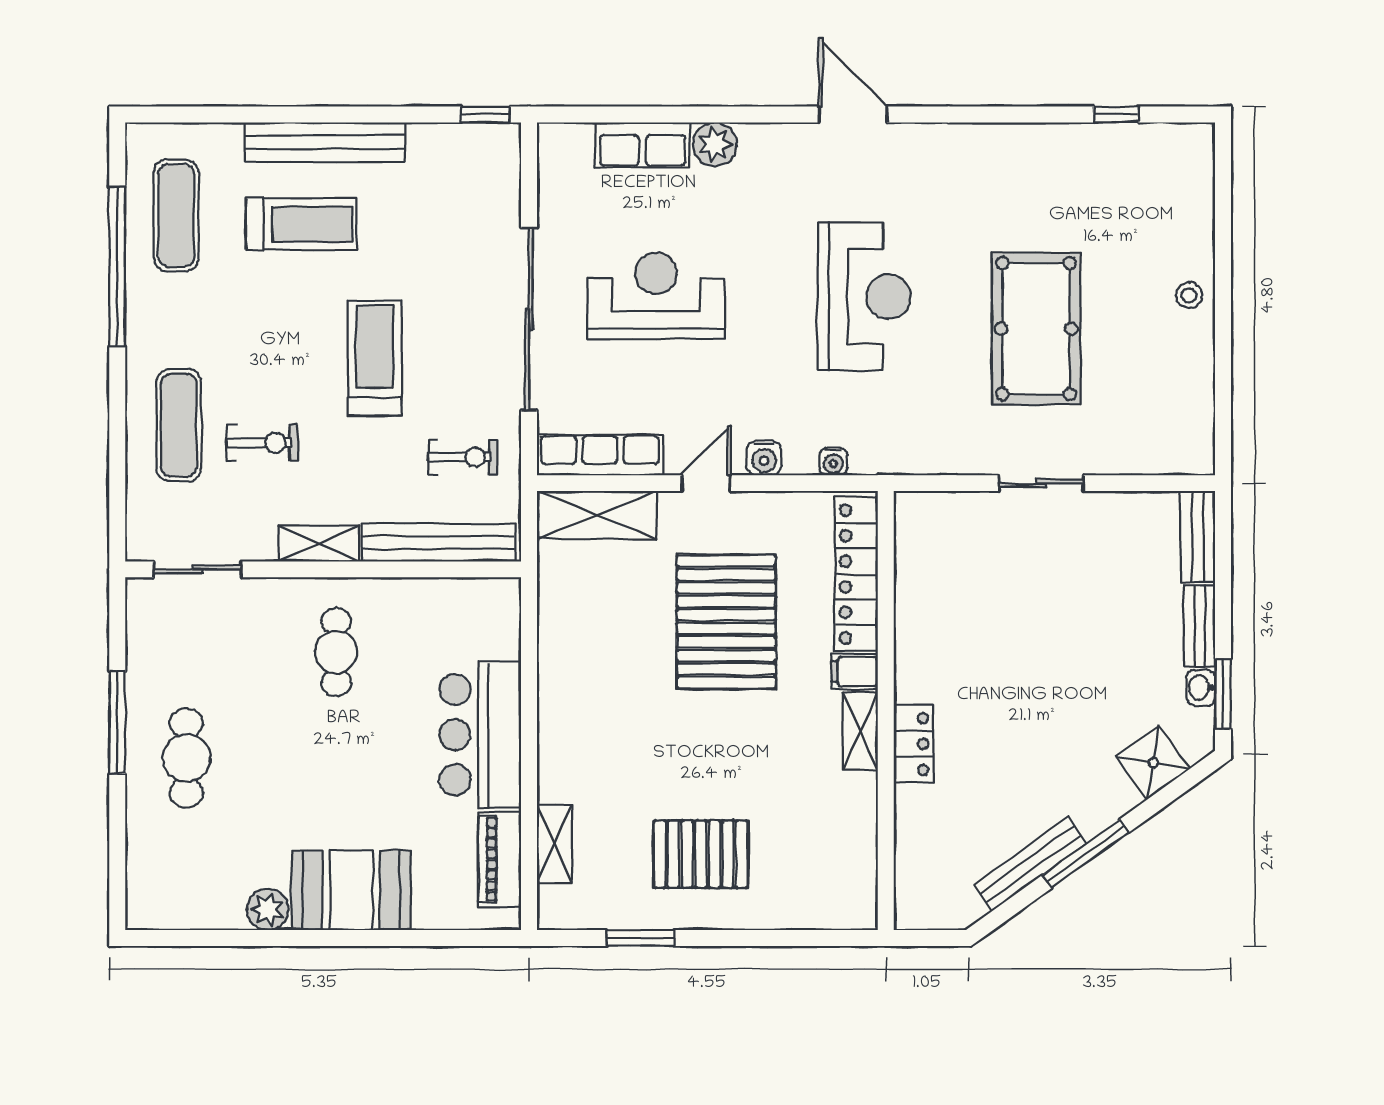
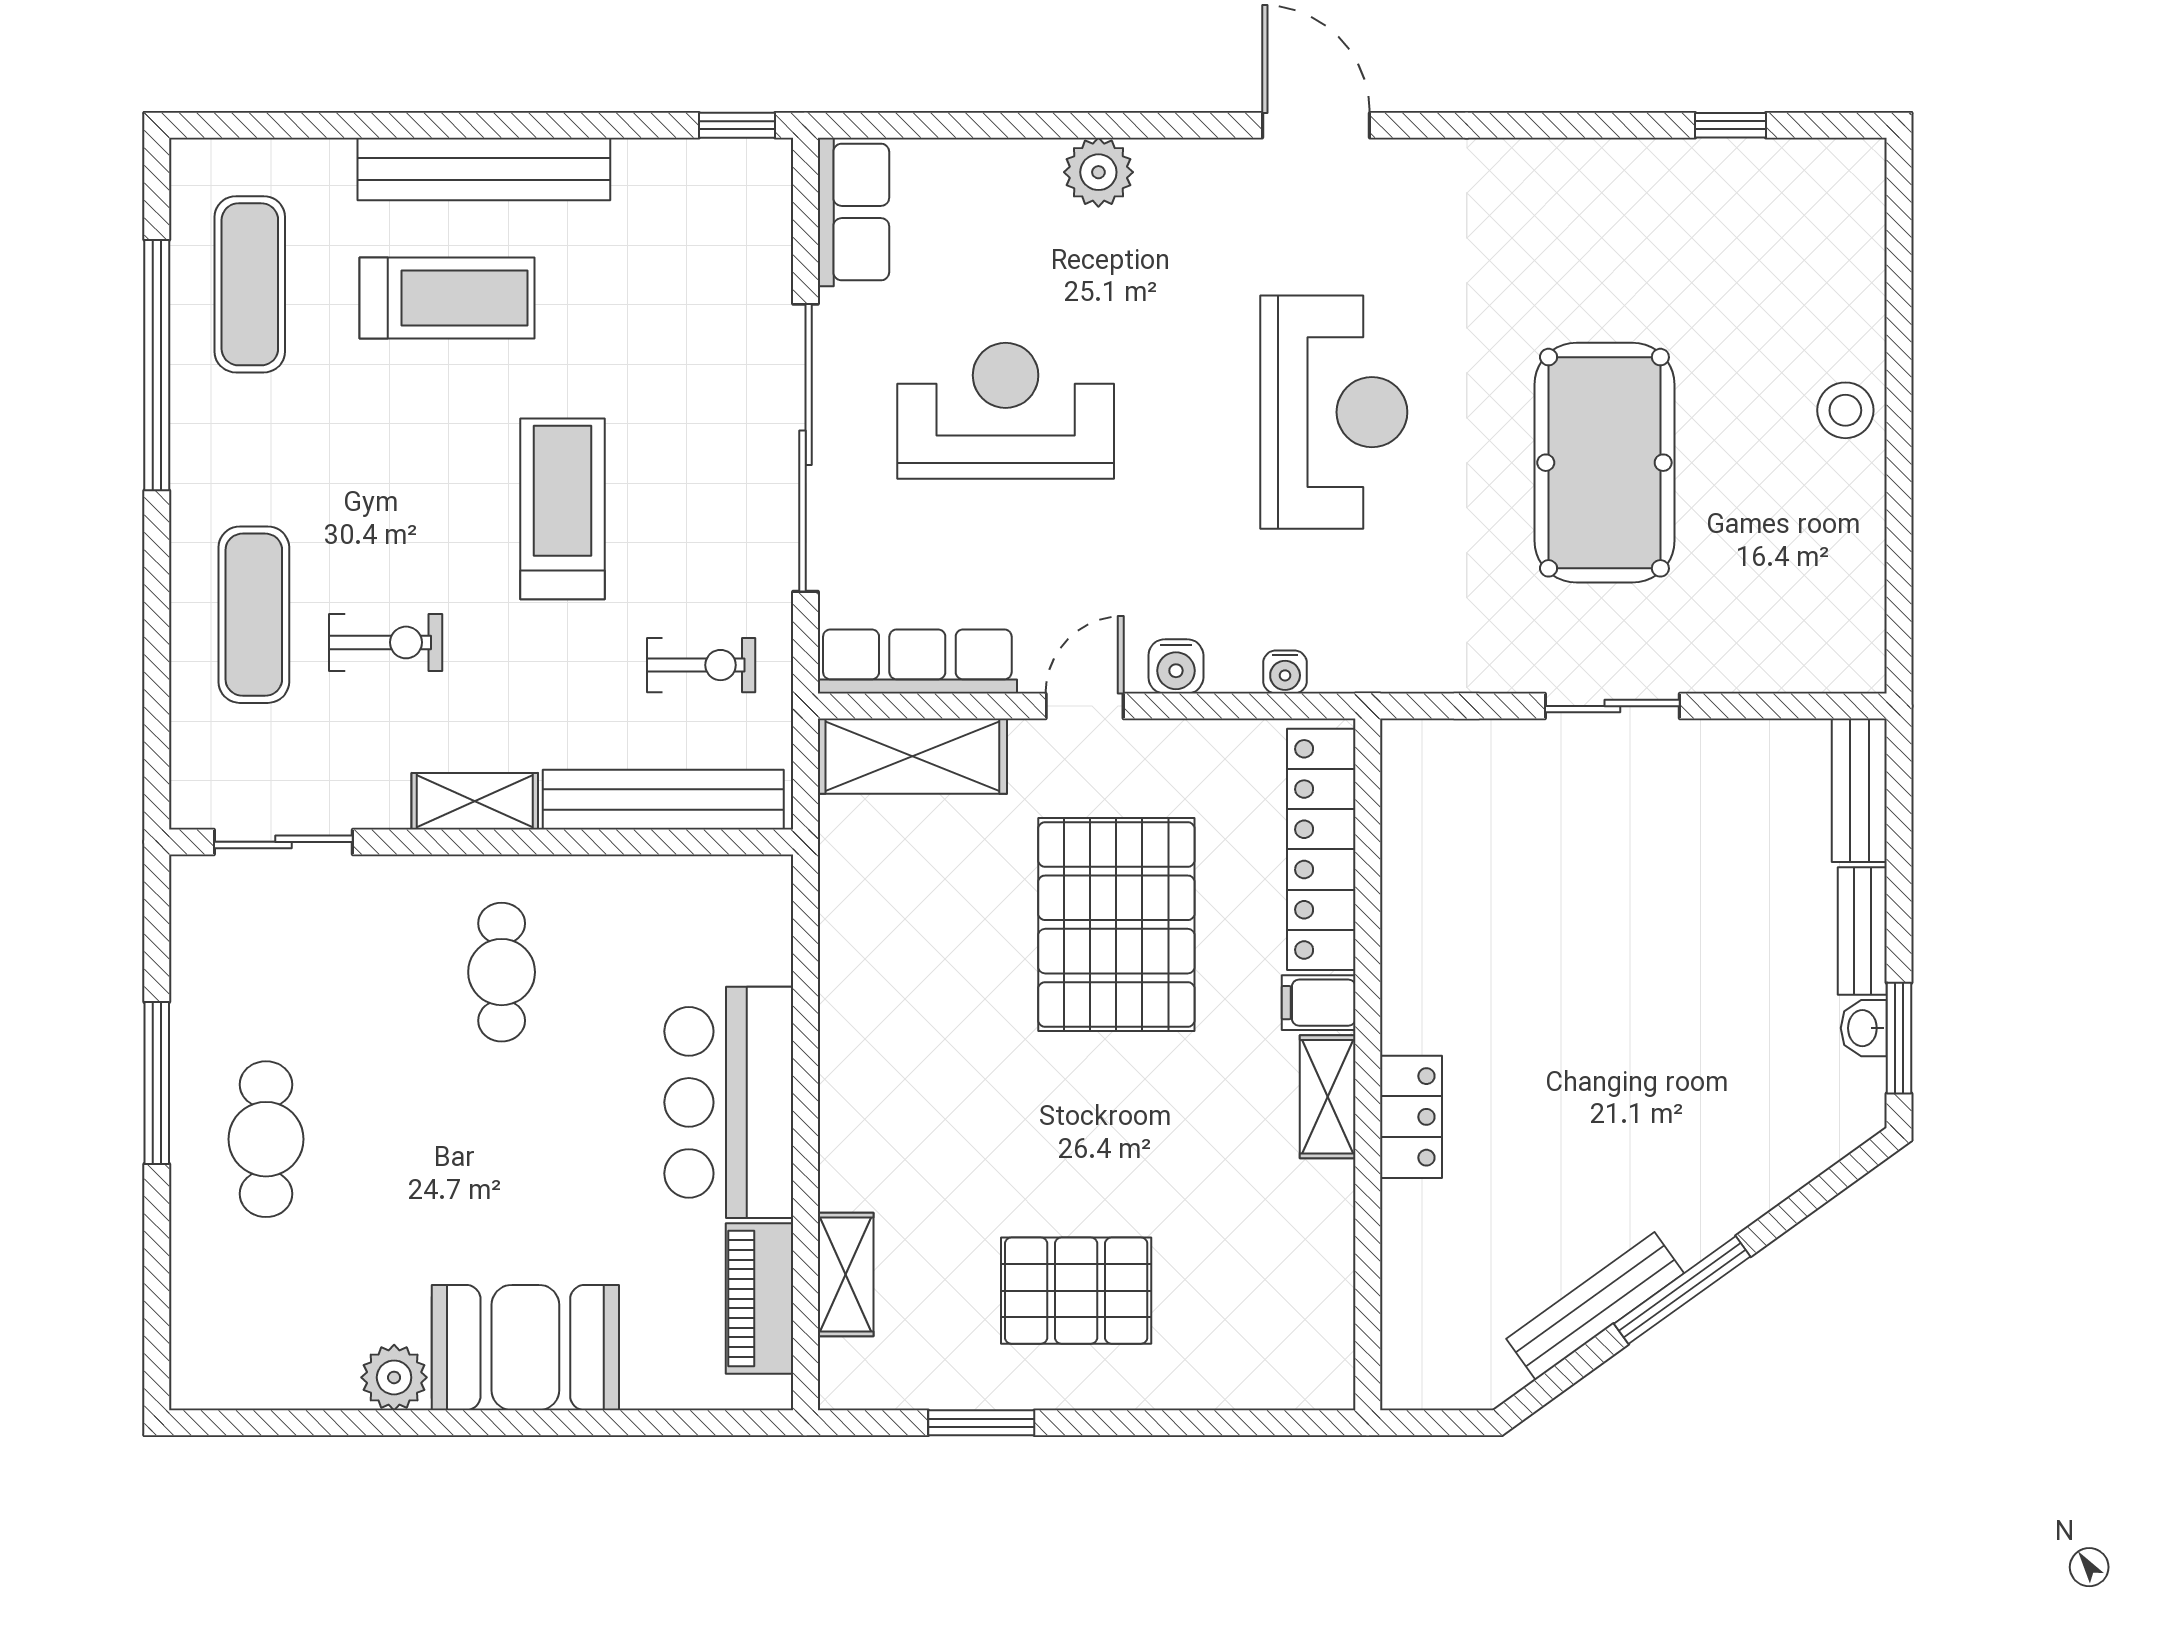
row of seats: (643, 145) -> (853, 212), moved, turned -90
stool: (1189, 295) -> (1845, 410), width x1.37, depth x1.37
shower: (1153, 763) -> (1789, 1147), removed

